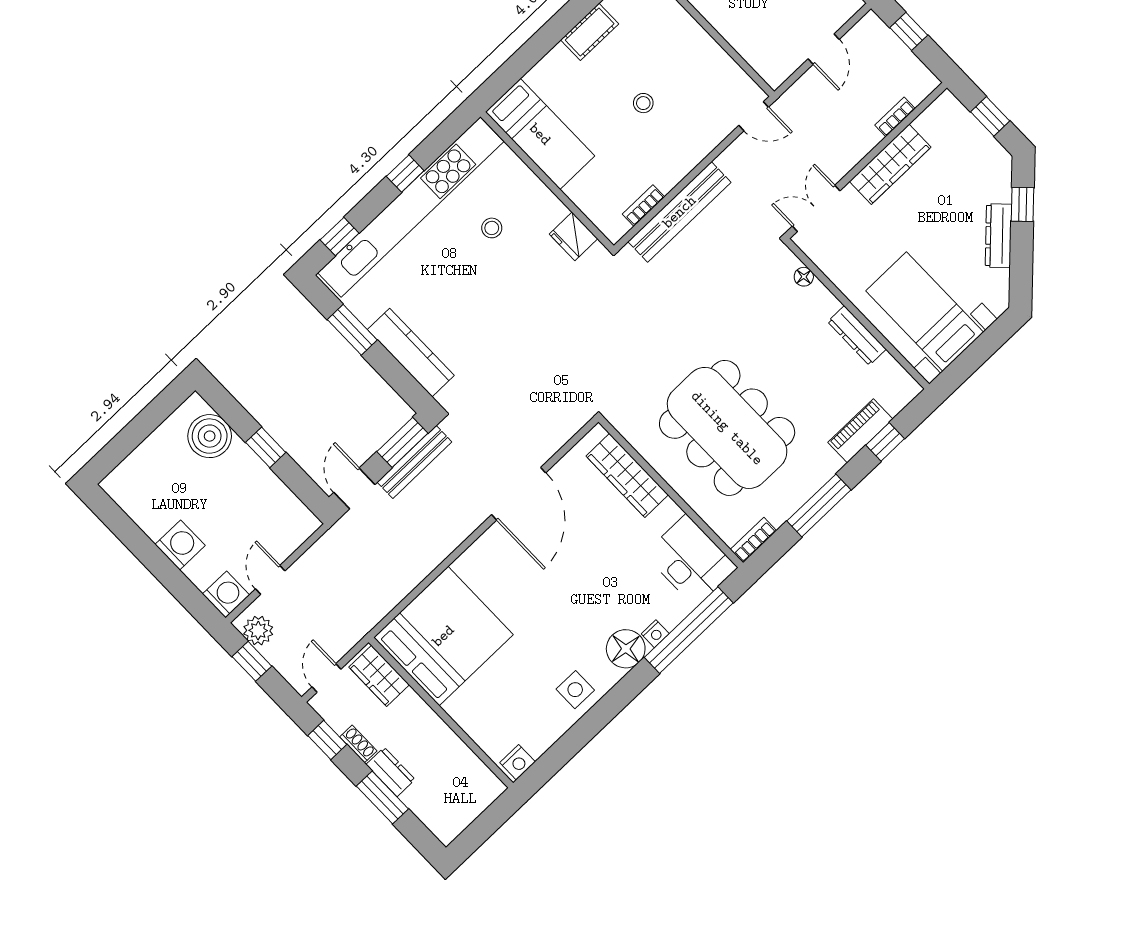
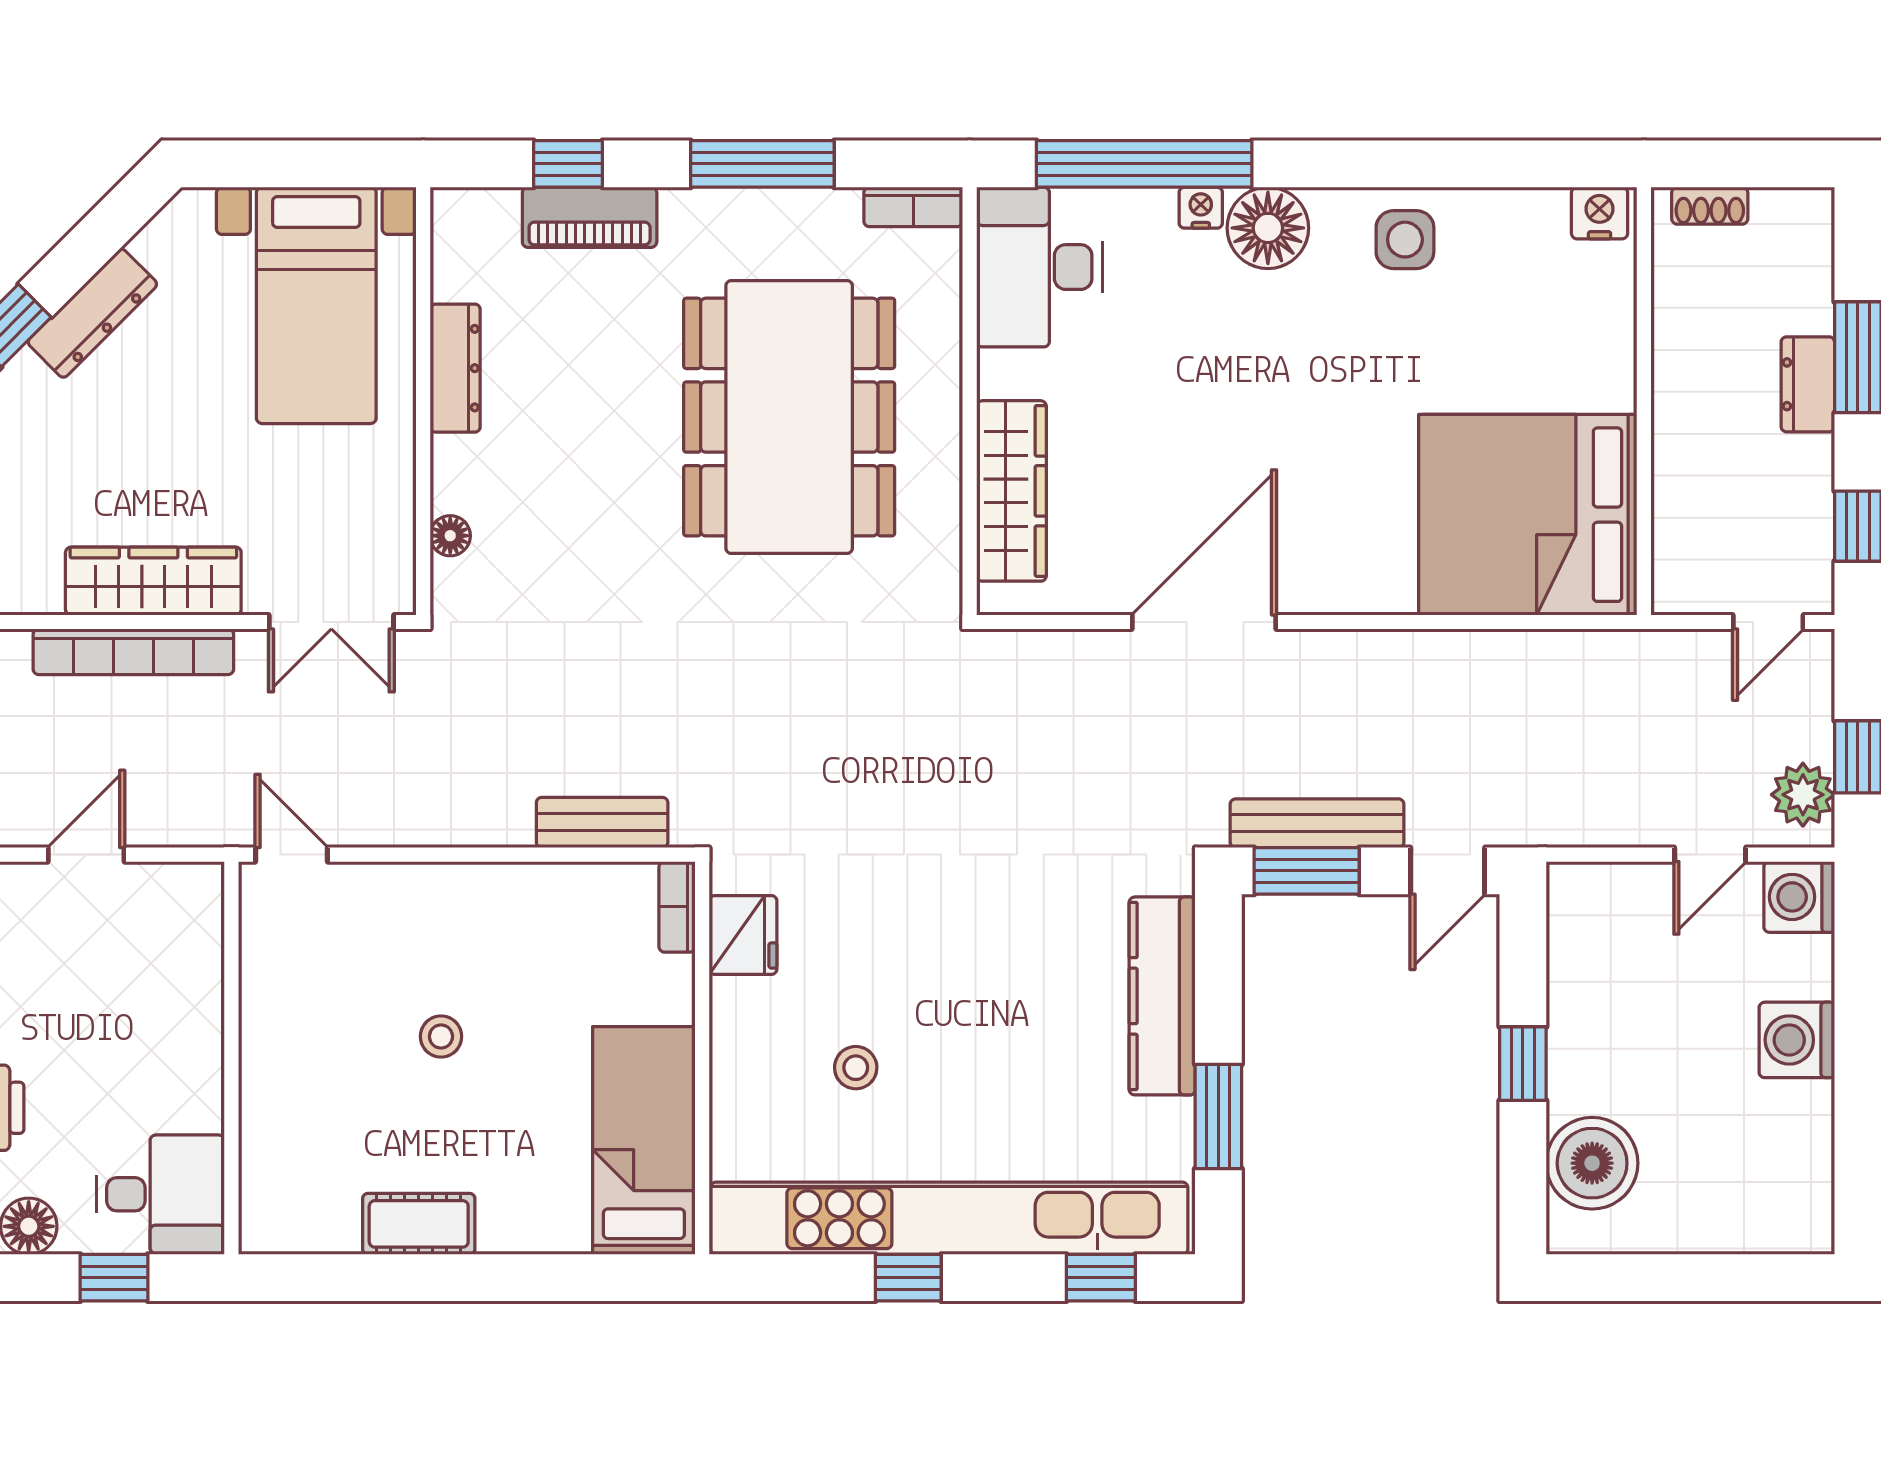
bookcase: (895, 117) -> (133, 652), width x2.31, depth x1.31
bookcase: (643, 205) -> (677, 907), moved, turned 90
bench: (679, 212) -> (602, 822), width x0.54, depth x0.82
wardrobe: (379, 676) -> (1684, 548), removed
shoe rack: (358, 744) -> (1710, 206), moved, turned -90

